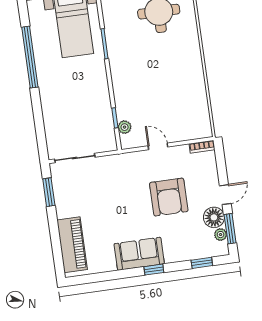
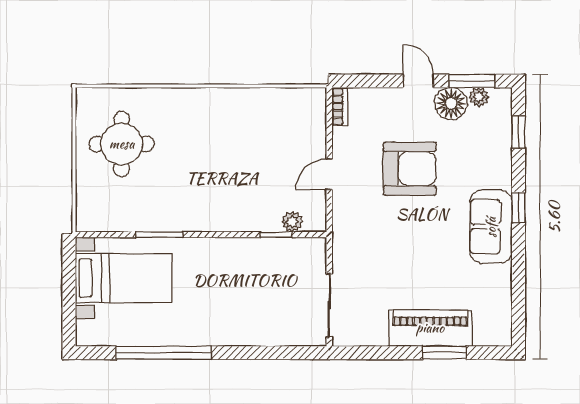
window: (49, 192) -> (445, 353), moved
piano: (72, 245) -> (430, 328), moved

